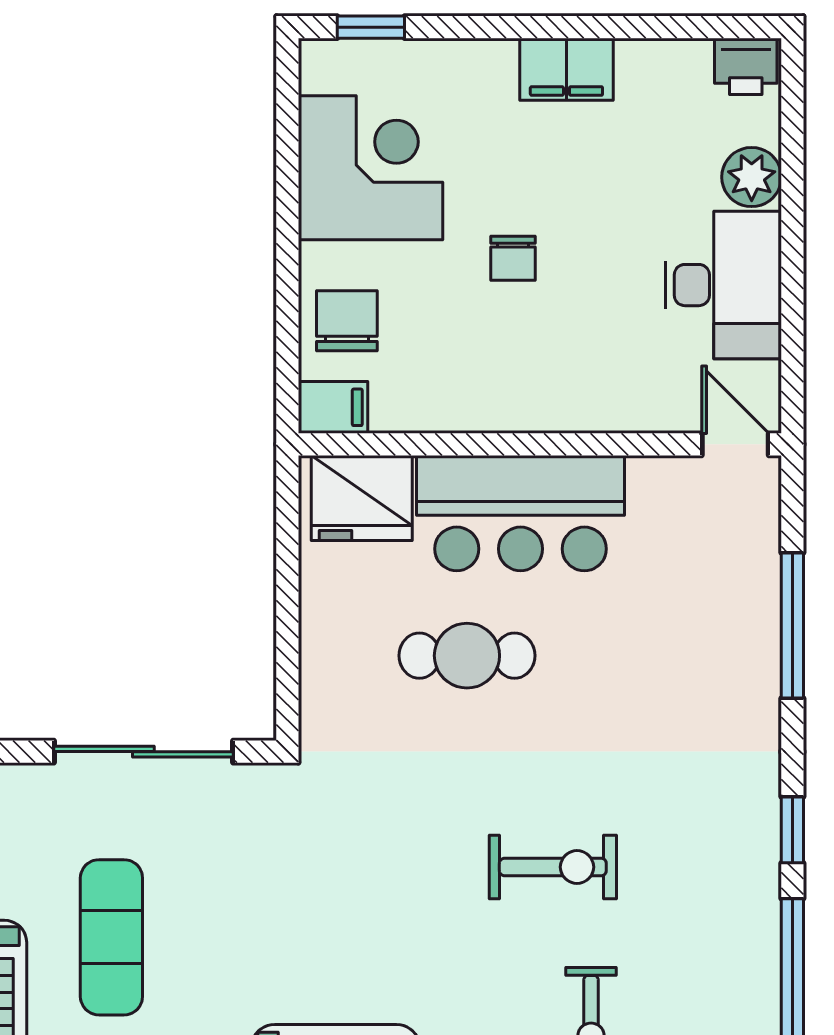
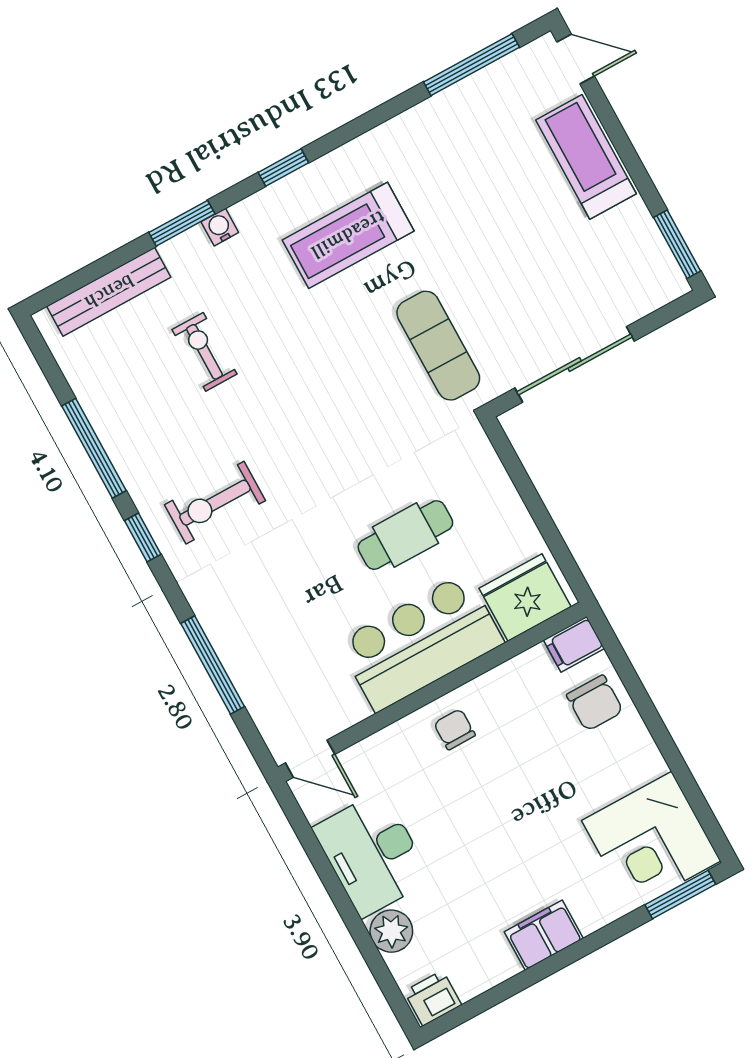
window: (371, 27) -> (680, 895), width x1.50
corner desk: (370, 168) -> (651, 841), moved
chair: (513, 258) -> (455, 729), moved
exercise bike: (553, 867) -> (215, 503), moved
exercise mat: (111, 937) -> (438, 346), moved

